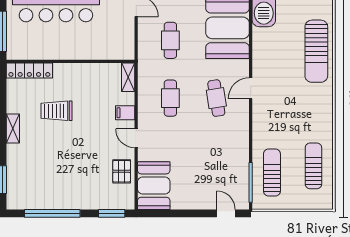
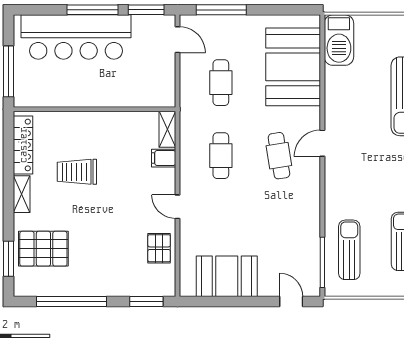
locker: (29, 71) -> (23, 145), moved, turned -90
filing cabinet: (125, 113) -> (164, 158), moved
pallet: (30, 172) -> (43, 249), added
booth: (154, 186) -> (227, 276), moved, turned 90

